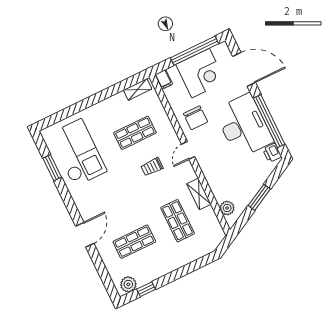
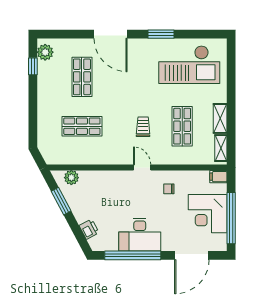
chair: (196, 118) -> (169, 189), width x0.54, depth x0.54
desk: (244, 126) -> (140, 235), width x0.73, depth x0.77
printer: (272, 153) -> (89, 229), moved, turned 62
window: (52, 168) -> (161, 34), moved
shelving: (199, 194) -> (220, 118), moved, turned 90
window: (259, 197) -> (61, 201), moved
door: (85, 235) -> (110, 34), width x1.36

